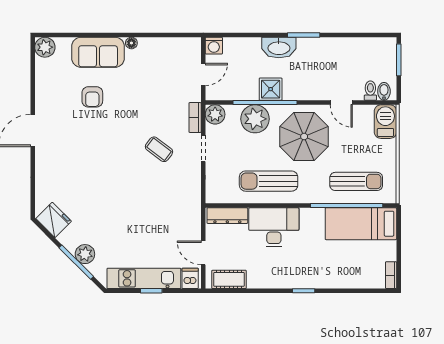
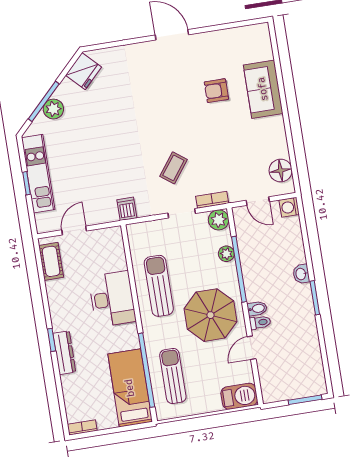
floor lamp: (131, 43) -> (281, 171), moved, width x1.89, depth x1.89
plant: (45, 47) -> (260, 34), removed
washbasin: (279, 48) -> (301, 274), width x0.52, depth x0.69
shower: (271, 89) -> (254, 273), removed
toilet: (370, 91) -> (260, 322), moved
bidet: (384, 91) -> (257, 309), moved
plant: (255, 119) -> (226, 254), width x0.53, depth x0.53
sun lounger: (356, 181) -> (173, 376), turned 180
dresser: (227, 216) -> (64, 353), moved, turned 180
dishwasher: (190, 278) -> (127, 209), moved, turned -90

